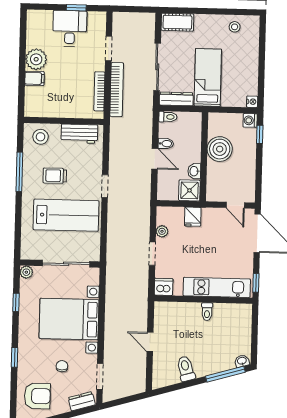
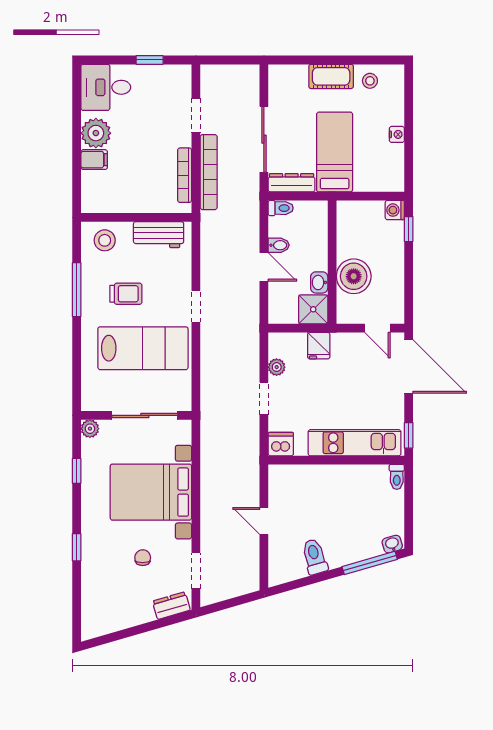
cot: (177, 22) -> (331, 76), moved
desk: (70, 29) -> (106, 87), moved, turned -90
nightstand: (252, 102) -> (397, 134), moved
boiler: (220, 149) -> (354, 276), moved
trolley: (55, 176) -> (126, 294), turned 180
toilet: (207, 312) -> (397, 477), moved
armchair: (37, 396) -> (110, 600), removed

